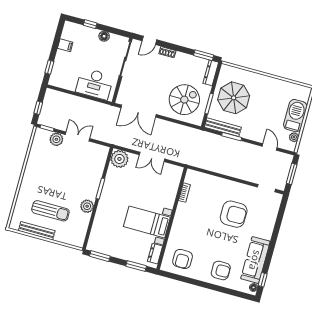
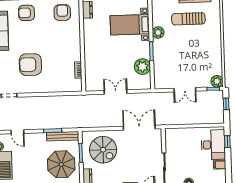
desk: (94, 84) -> (213, 145), moved, turned 90
spiral stairs: (184, 100) -> (103, 150), turned -90
plant: (56, 139) -> (217, 81), moved
plant: (119, 159) -> (142, 67), moved
bed with nightstands: (147, 222) -> (130, 25), moved, turned 180

